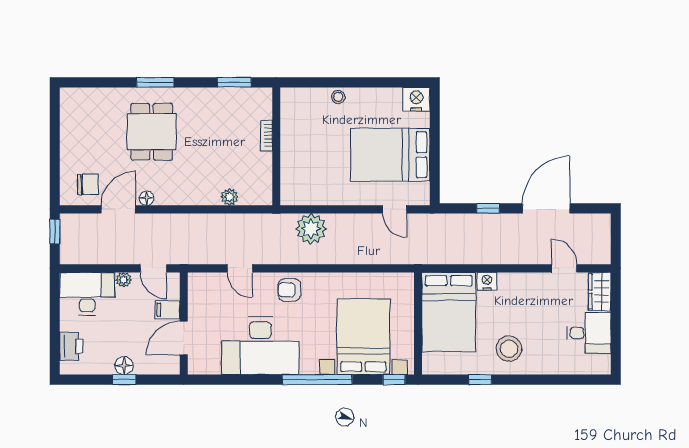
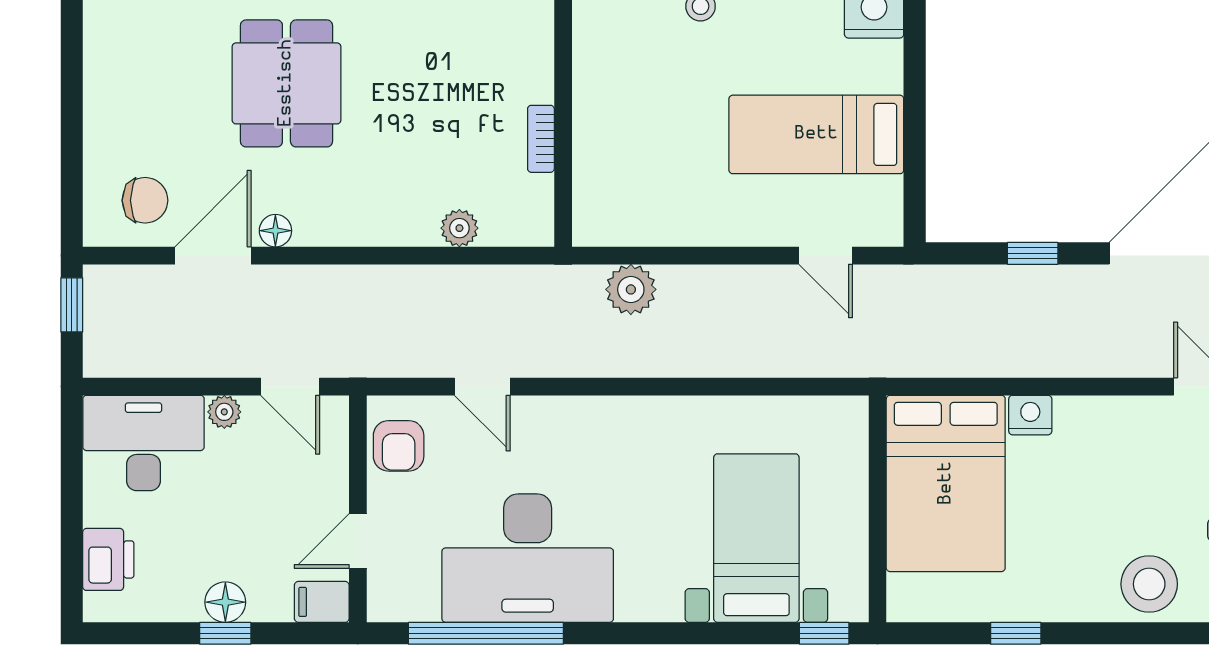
bookcase: (266, 135) -> (541, 139), moved
bed: (390, 155) -> (816, 134), width x0.67
plant: (311, 229) -> (631, 289), width x0.73, depth x0.73
armchair: (289, 290) -> (399, 446), moved, turned -90
filing cabinet: (167, 310) -> (322, 602), moved
bed with nightstands: (363, 337) -> (756, 538), width x0.73
door: (184, 338) -> (358, 541), width x0.73
stool: (509, 349) -> (1149, 584), moved
window: (317, 380) -> (486, 633), moved

